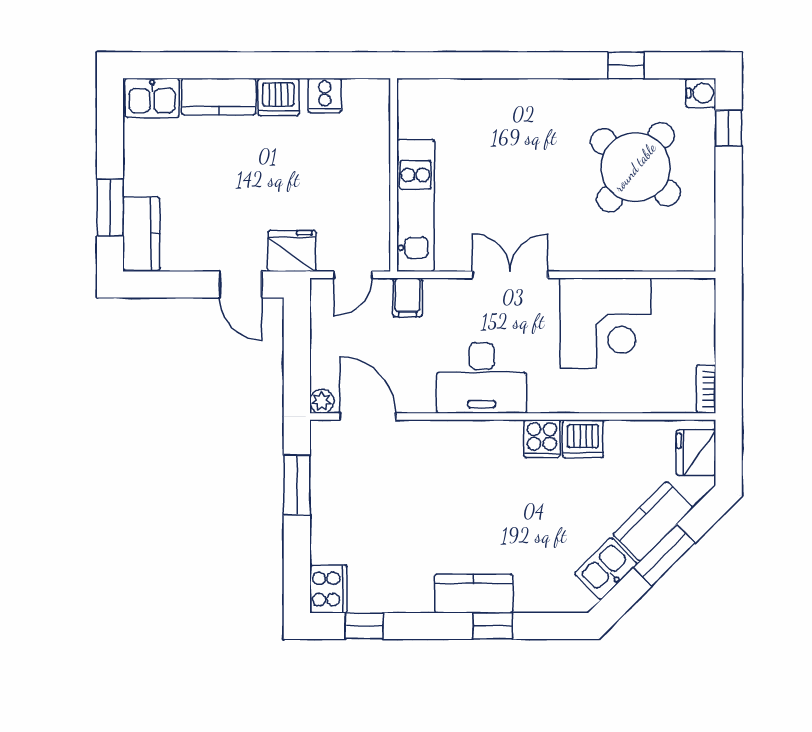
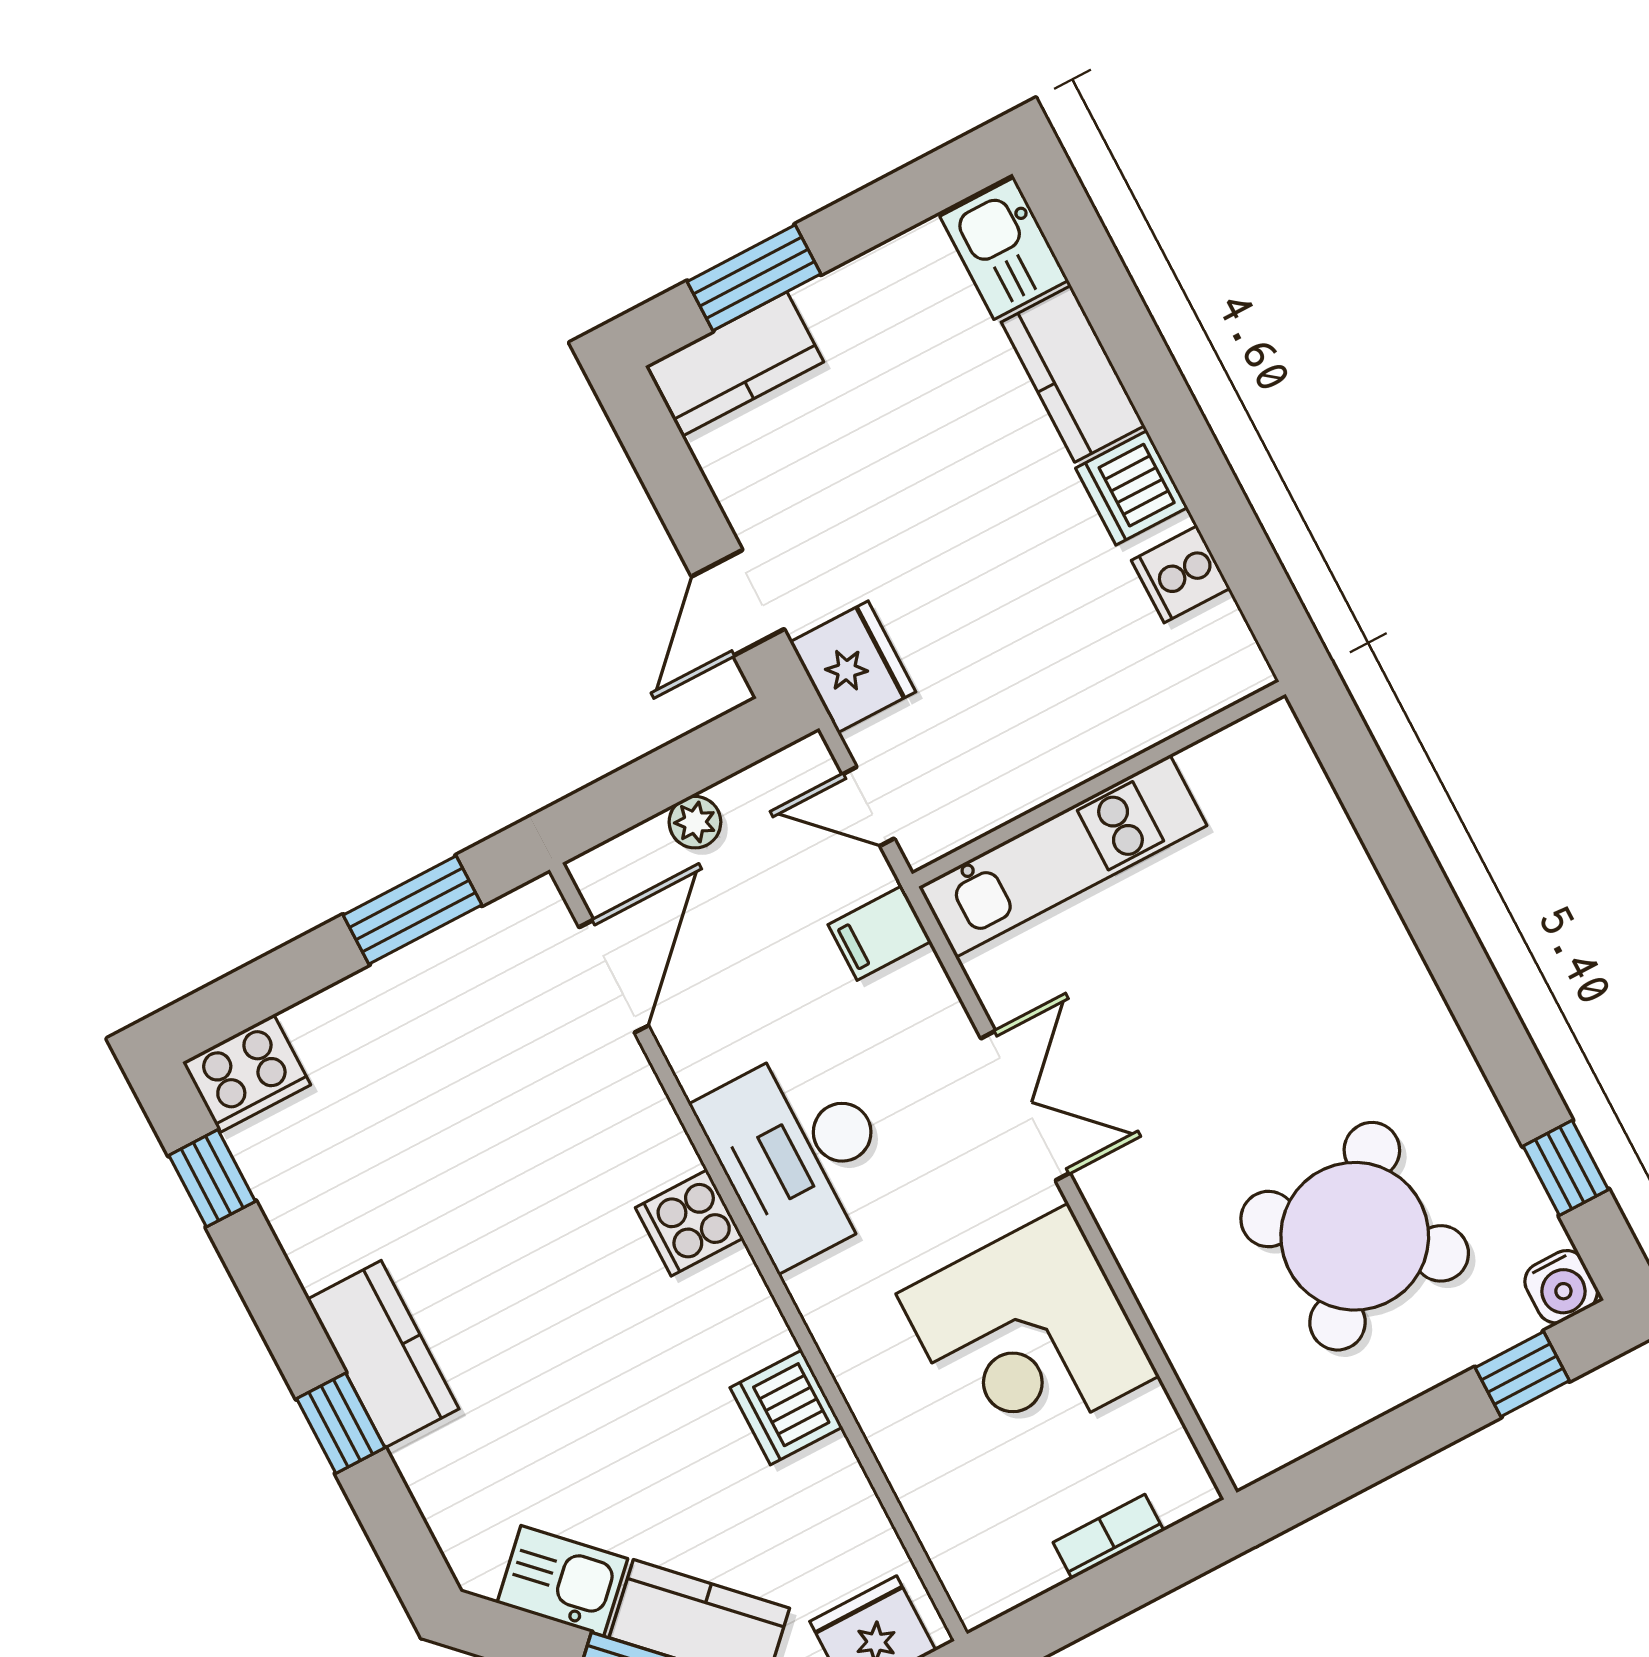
window: (626, 65) -> (1566, 1168), moved
bookcase: (706, 389) -> (1109, 1537), moved
plant: (322, 401) -> (695, 822), moved
cooker: (542, 439) -> (689, 1223), moved

